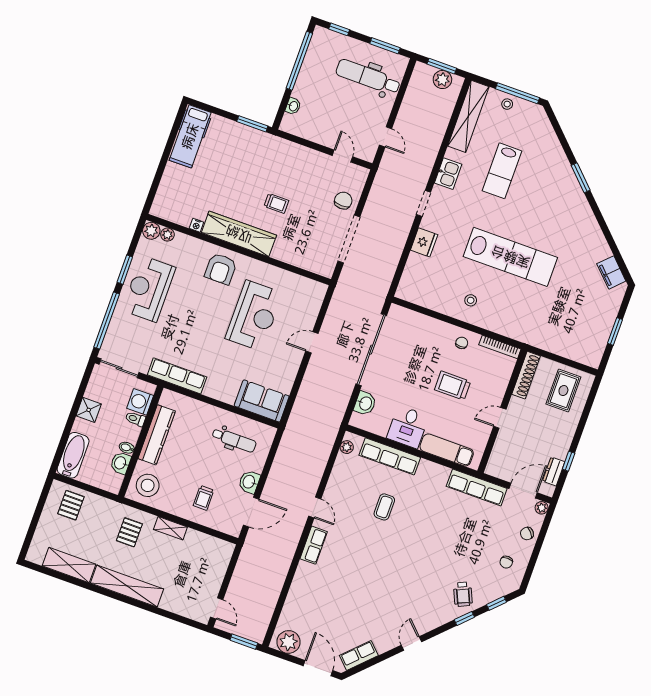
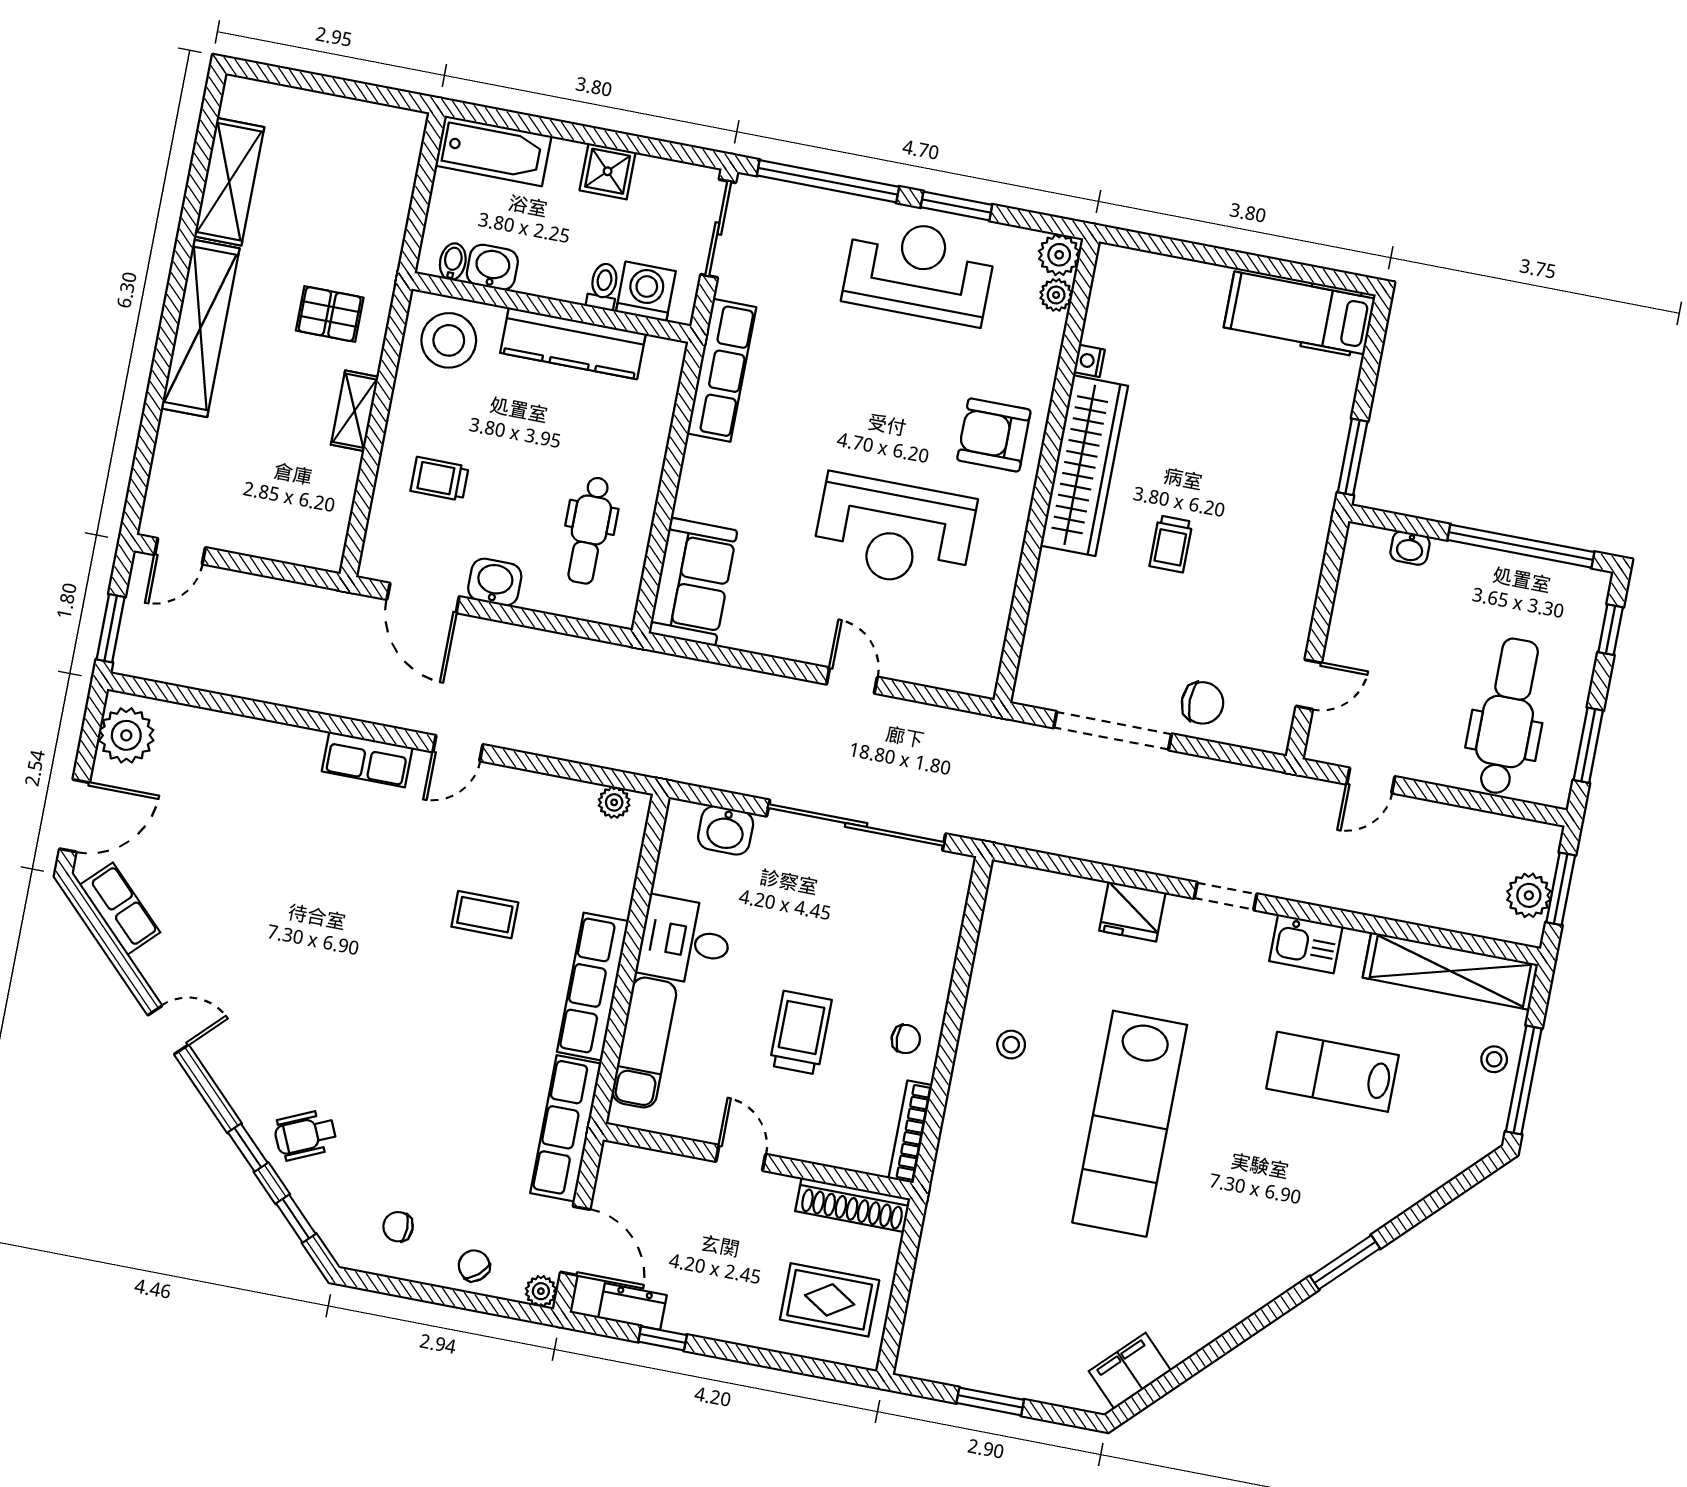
bidet: (127, 448) -> (453, 262), moved
row of seats: (390, 456) -> (593, 987), moved
pallet: (71, 505) -> (373, 164), removed

